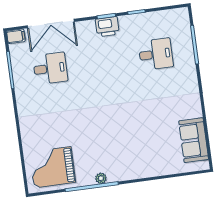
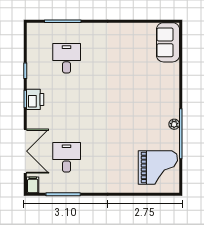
sofa: (194, 140) -> (168, 42), moved, turned 90
grand piano: (52, 167) -> (158, 167), turned -90

